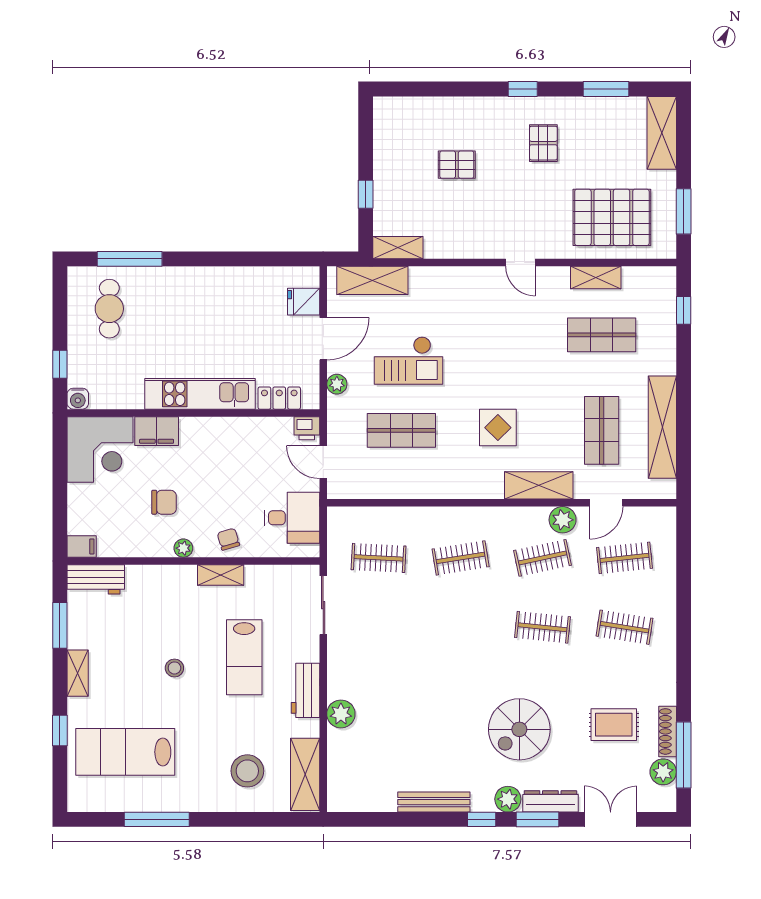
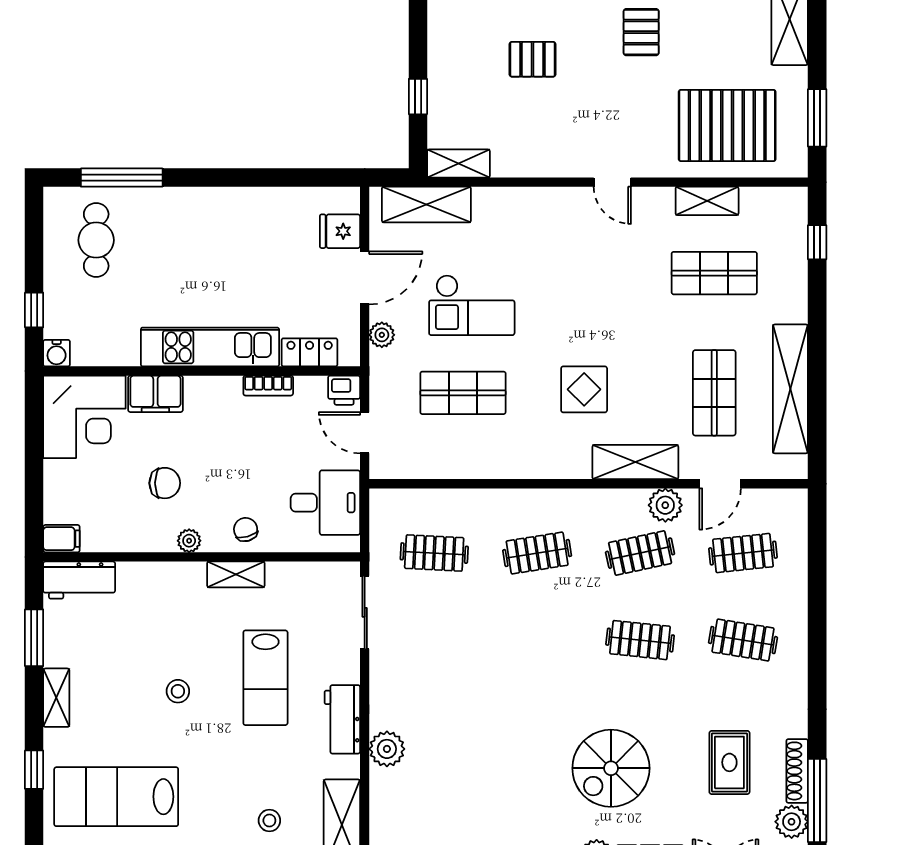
bookcase: (246, 425) -> (268, 386), added
rug: (614, 725) -> (729, 762), turned 90
stool: (247, 771) -> (269, 820), width x0.53, depth x0.53

